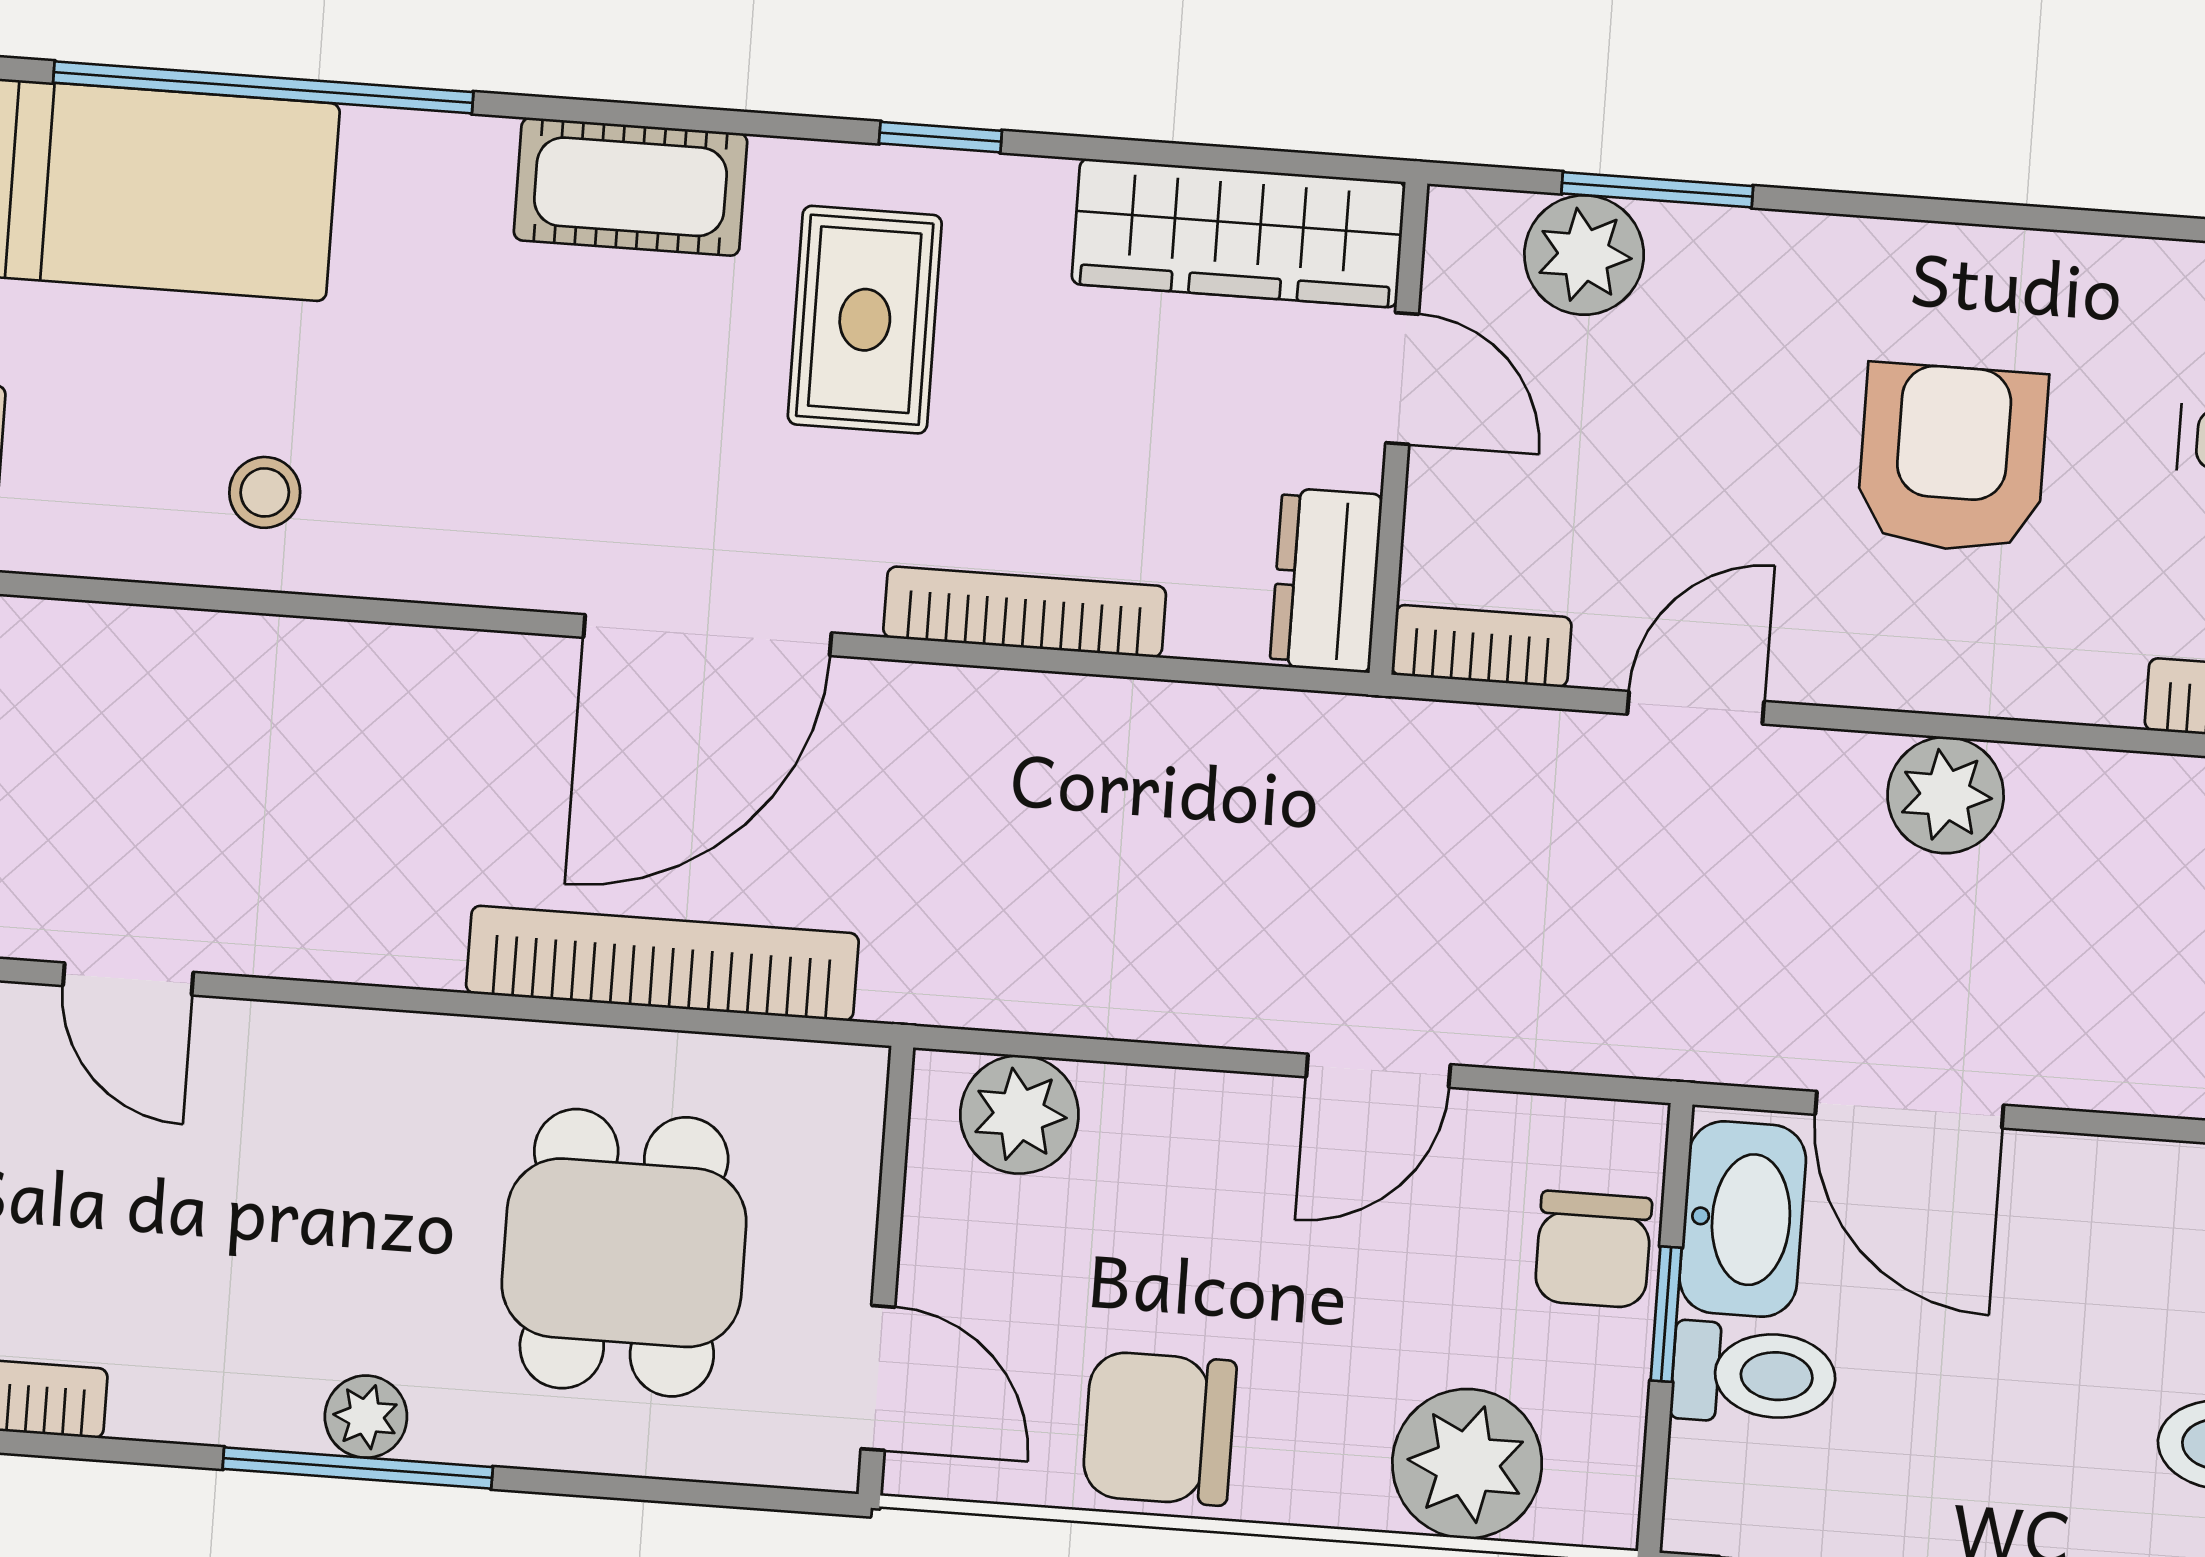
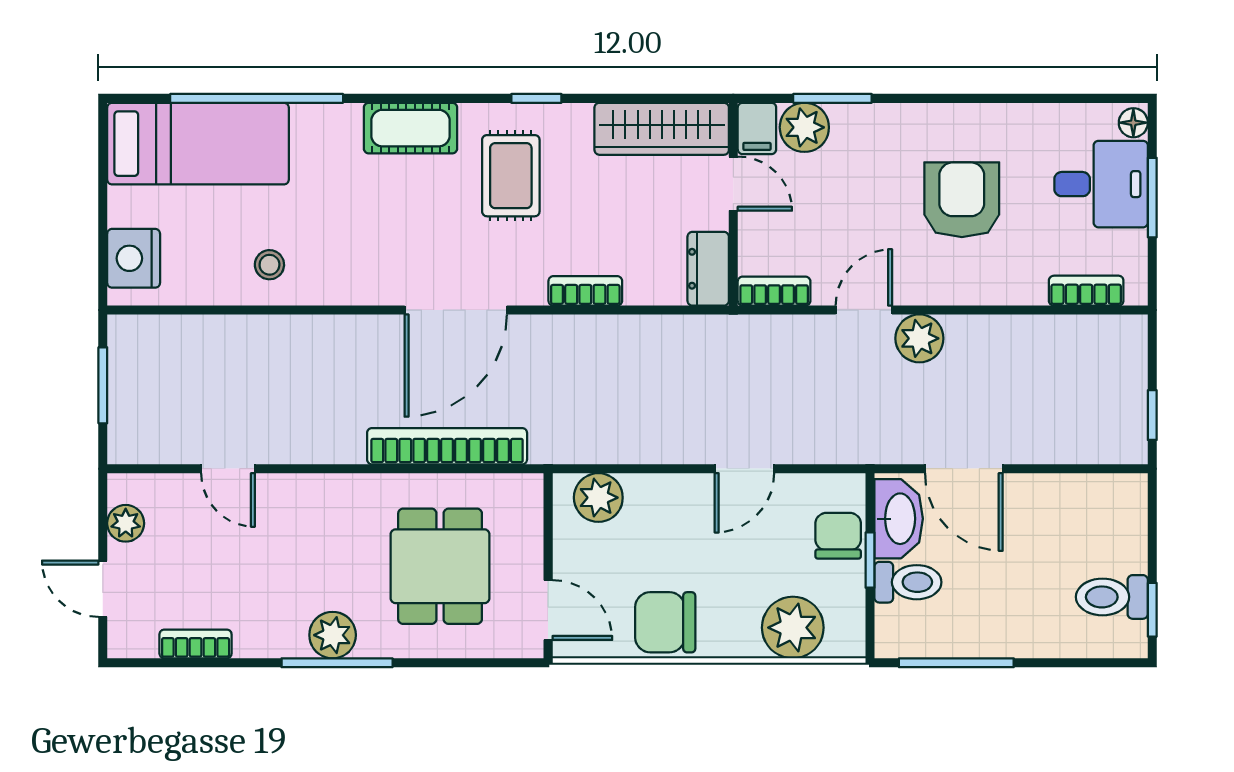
filing cabinet: (1469, 249) -> (757, 128), added
bookcase: (1025, 612) -> (585, 291), width x0.64
plant: (1946, 795) -> (919, 338), moved
chair: (1593, 1250) -> (838, 536), turned 180
plant: (366, 1417) -> (333, 635), width x1.38, depth x1.38

